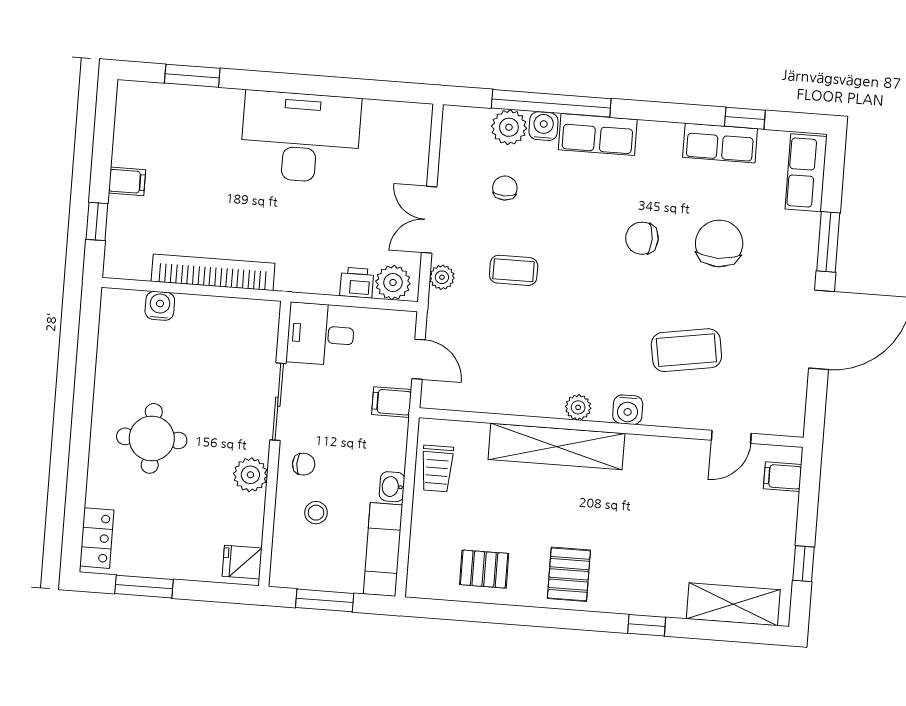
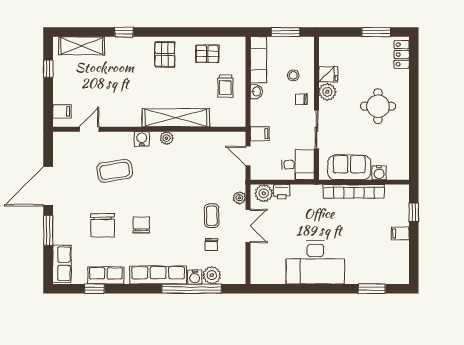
row of seats: (598, 135) -> (158, 275), width x1.48
chair: (642, 238) -> (141, 225), turned -90
coffee table: (514, 270) -> (212, 216), moved, turned 90
sofa: (218, 321) -> (349, 167), added
trolley: (437, 469) -> (225, 86), moved, turned 180
fridge: (242, 562) -> (328, 74), moved

